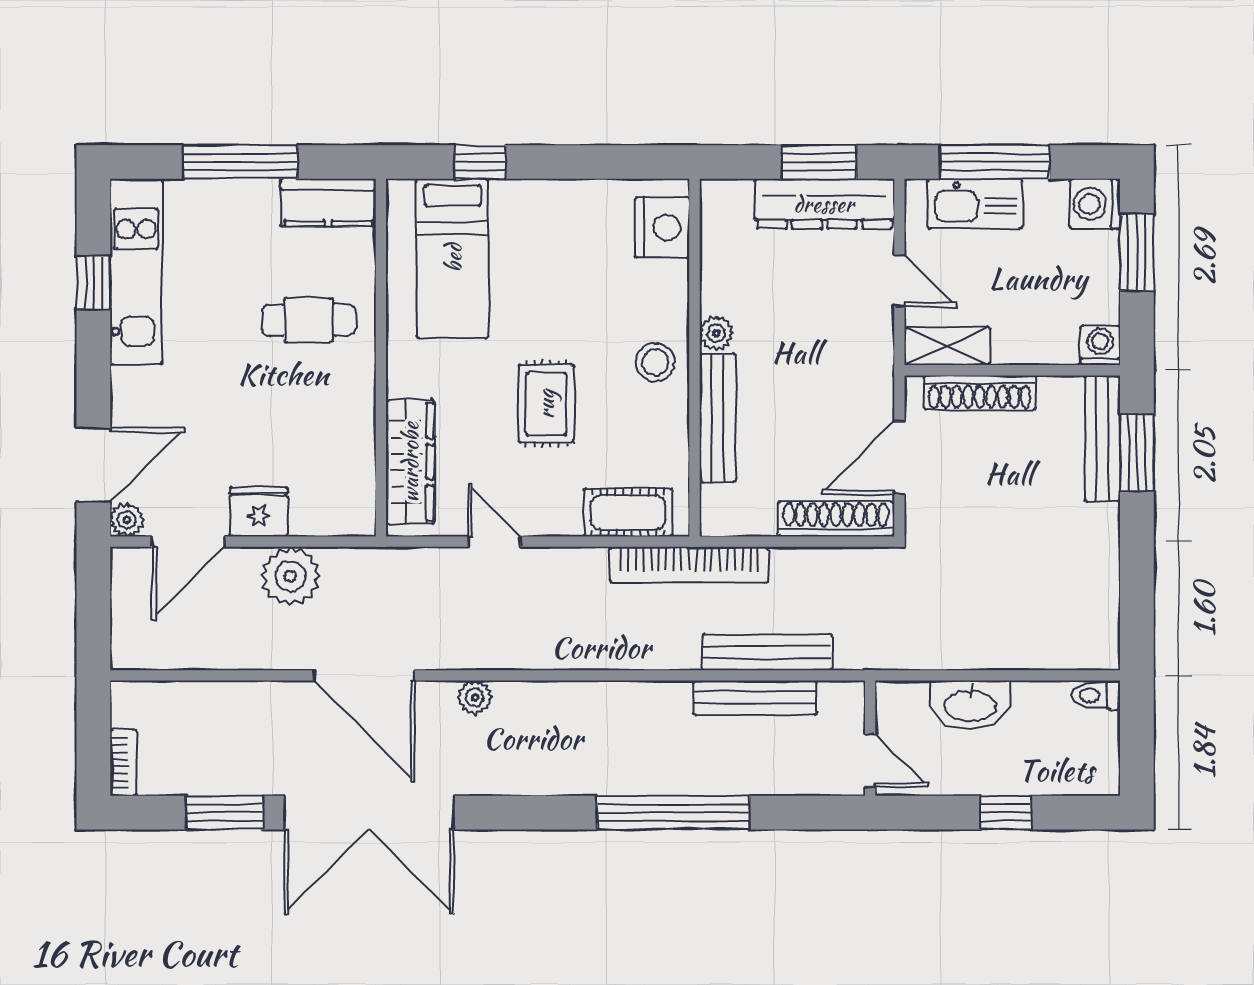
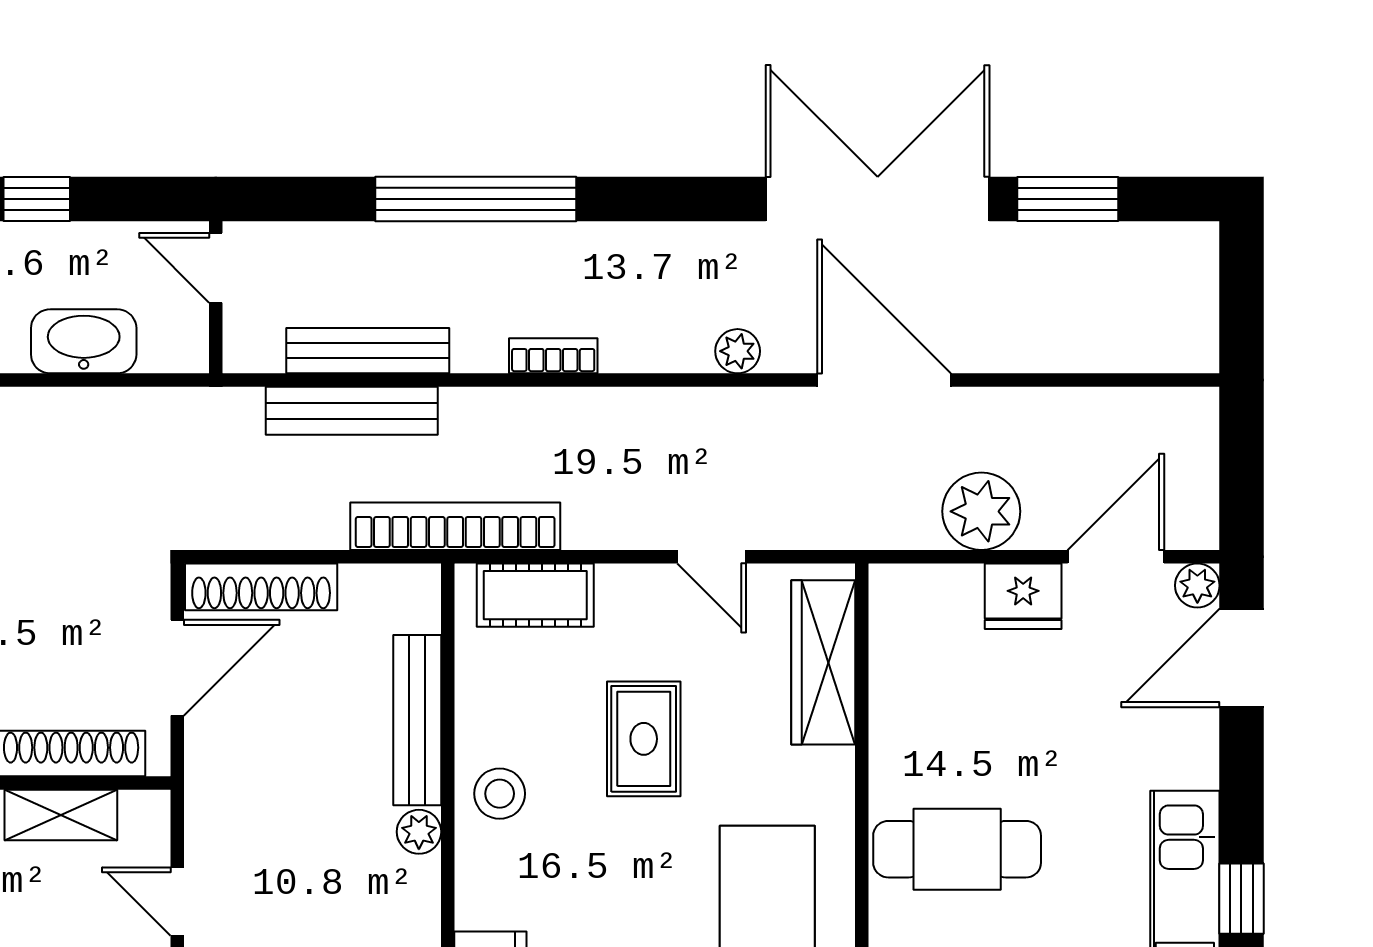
cafe table: (309, 320) -> (957, 849), width x1.37, depth x1.35
shelving: (947, 346) -> (61, 815), moved
bookcase: (123, 762) -> (553, 356), moved, turned 90

